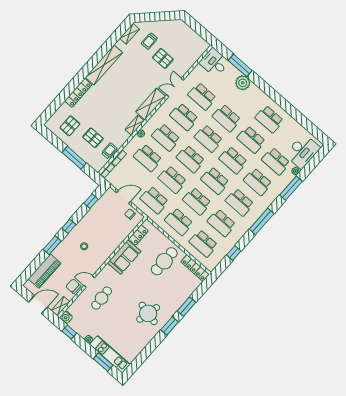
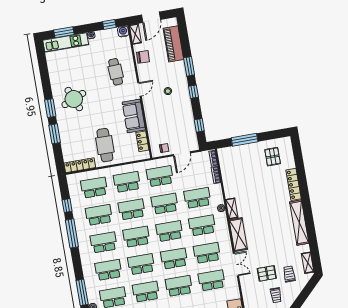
pallet: (93, 138) -> (248, 167), removed
trolley: (109, 151) -> (276, 295), moved
window: (262, 221) -> (72, 233), moved
door: (89, 282) -> (139, 89), moved
round table: (148, 313) -> (74, 99), turned -36

